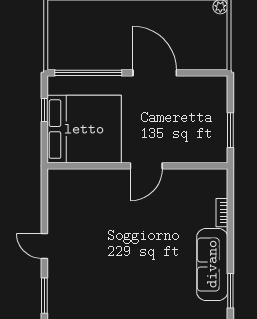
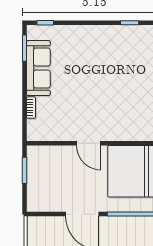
door: (146, 166) -> (89, 143), swing flipped

